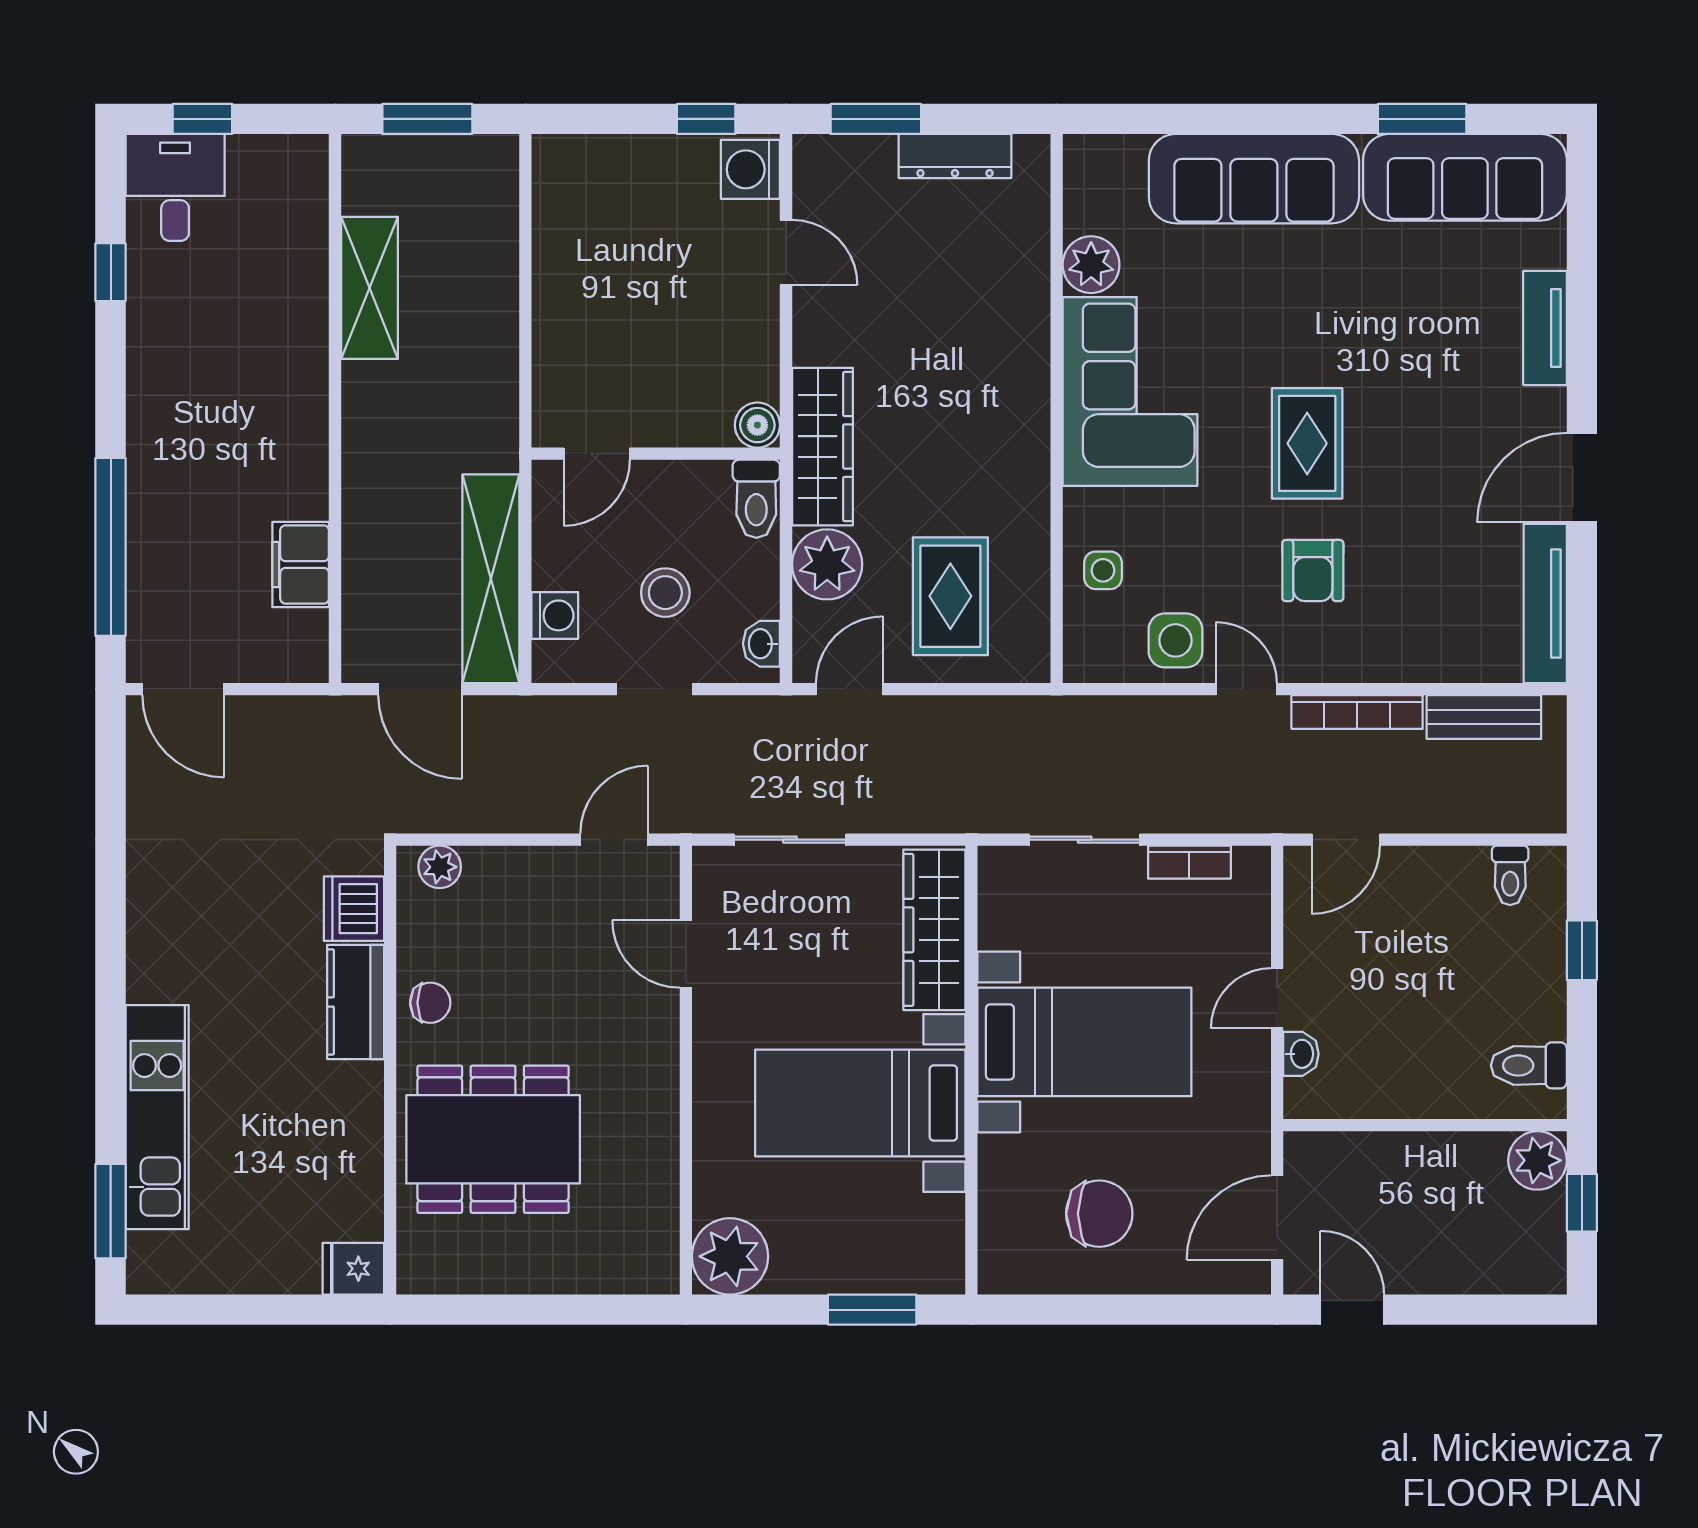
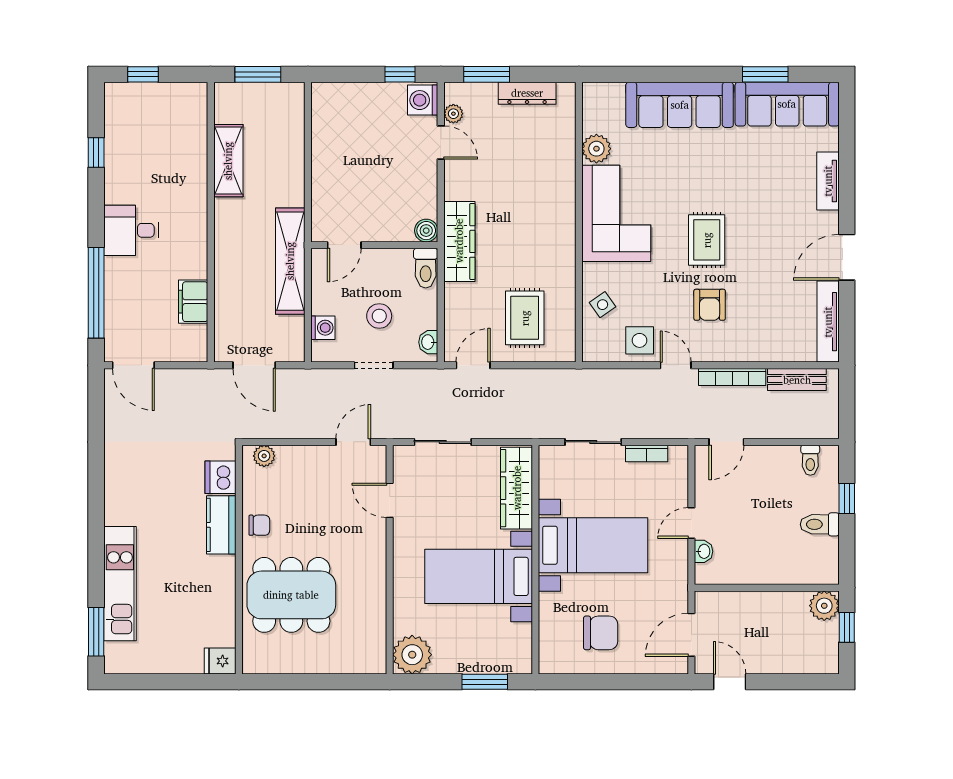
desk: (175, 187) -> (131, 230), moved, turned -90
plant: (827, 564) -> (453, 114), moved, width x0.53, depth x0.53
side table: (1103, 570) -> (603, 305), turned -35
shelving: (491, 579) -> (290, 261), moved
toilet: (1529, 1065) -> (820, 524), moved

